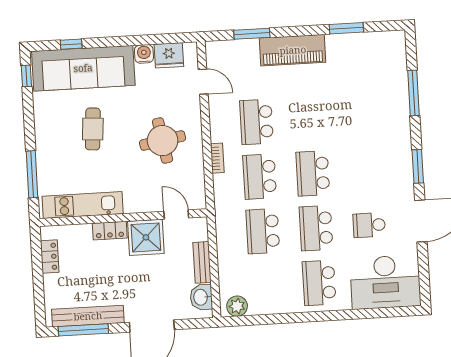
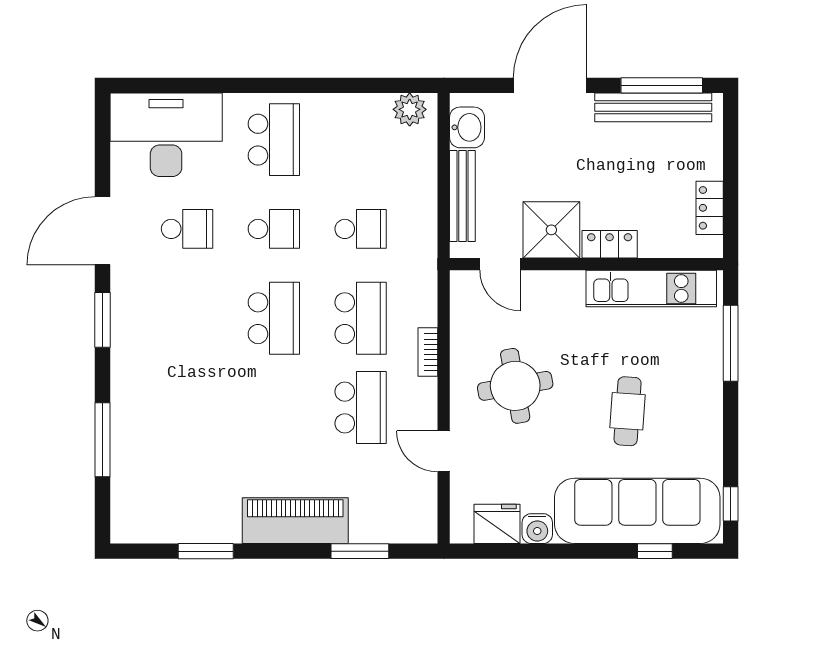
door: (203, 82) -> (444, 451), moved
school desk: (316, 228) -> (274, 229), width x0.54
school desk: (263, 231) -> (361, 229), width x0.54
bench: (202, 262) -> (462, 196), width x1.36

